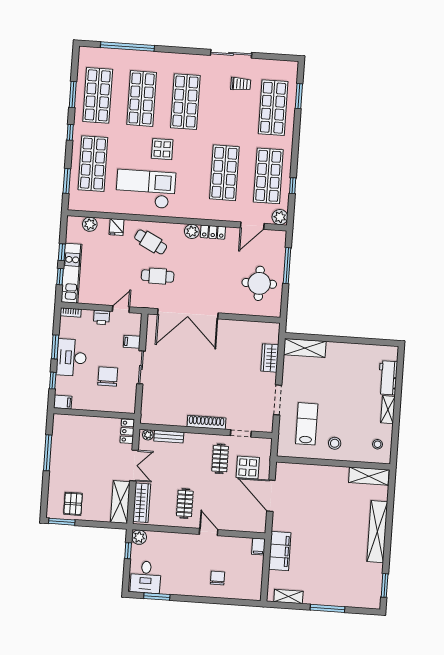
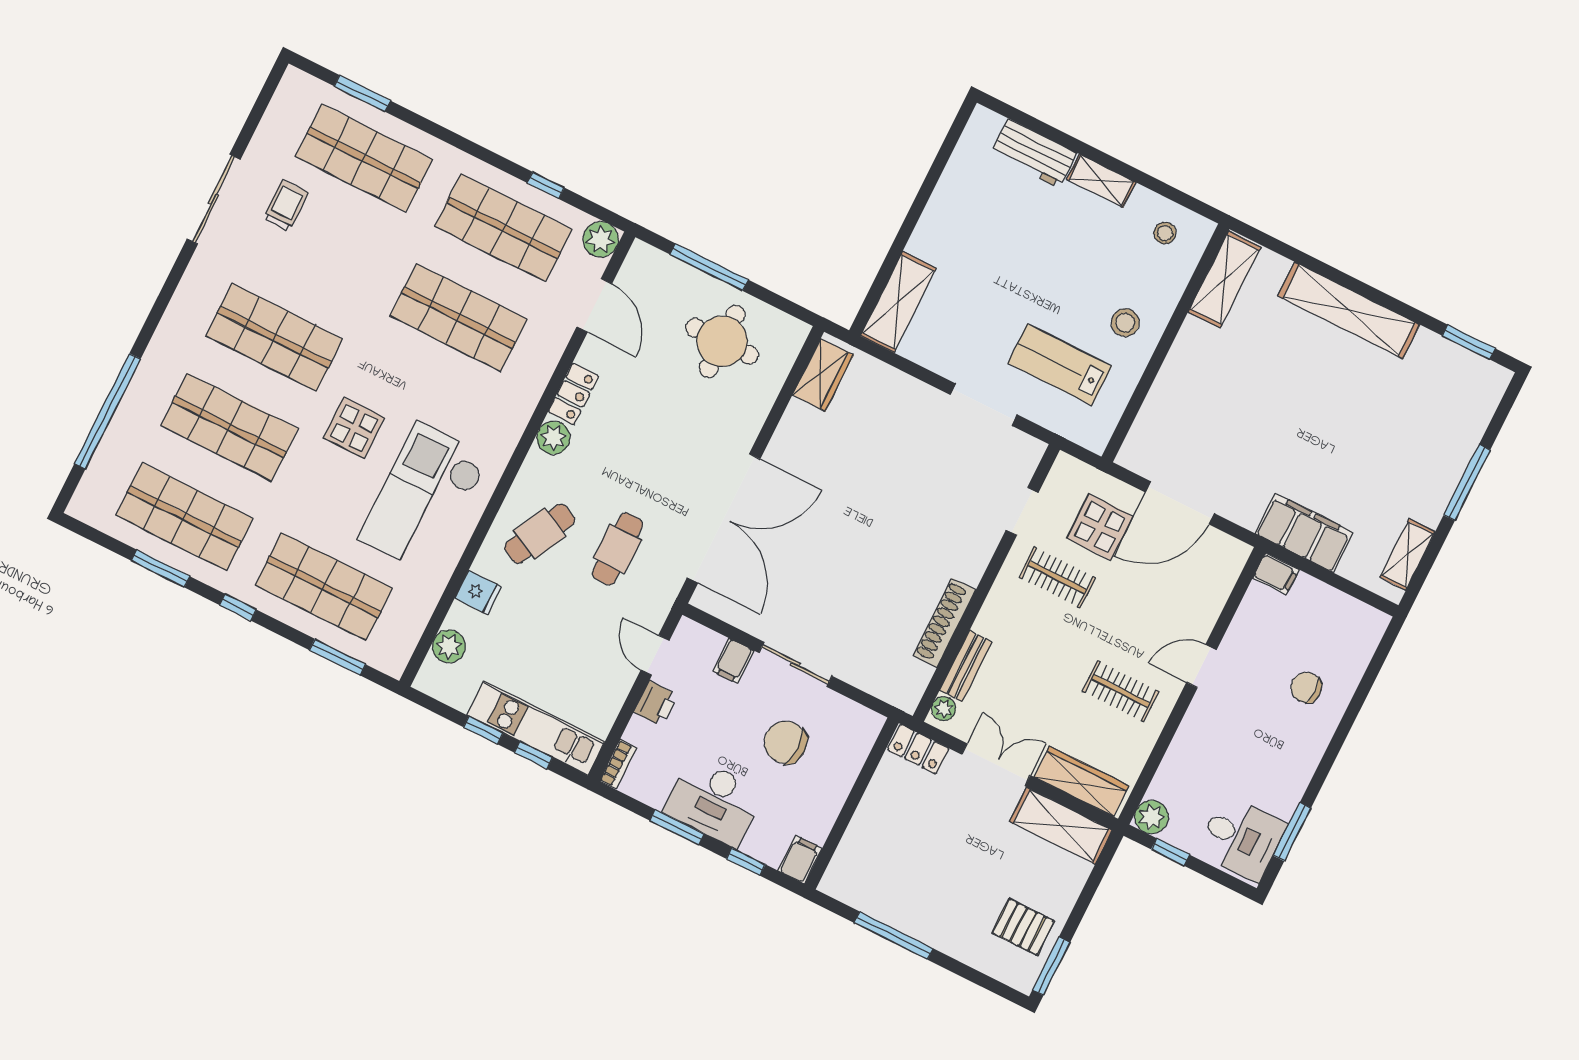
wardrobe: (270, 358) -> (823, 375), moved, turned -90
shoe rack: (206, 422) -> (944, 623), moved

